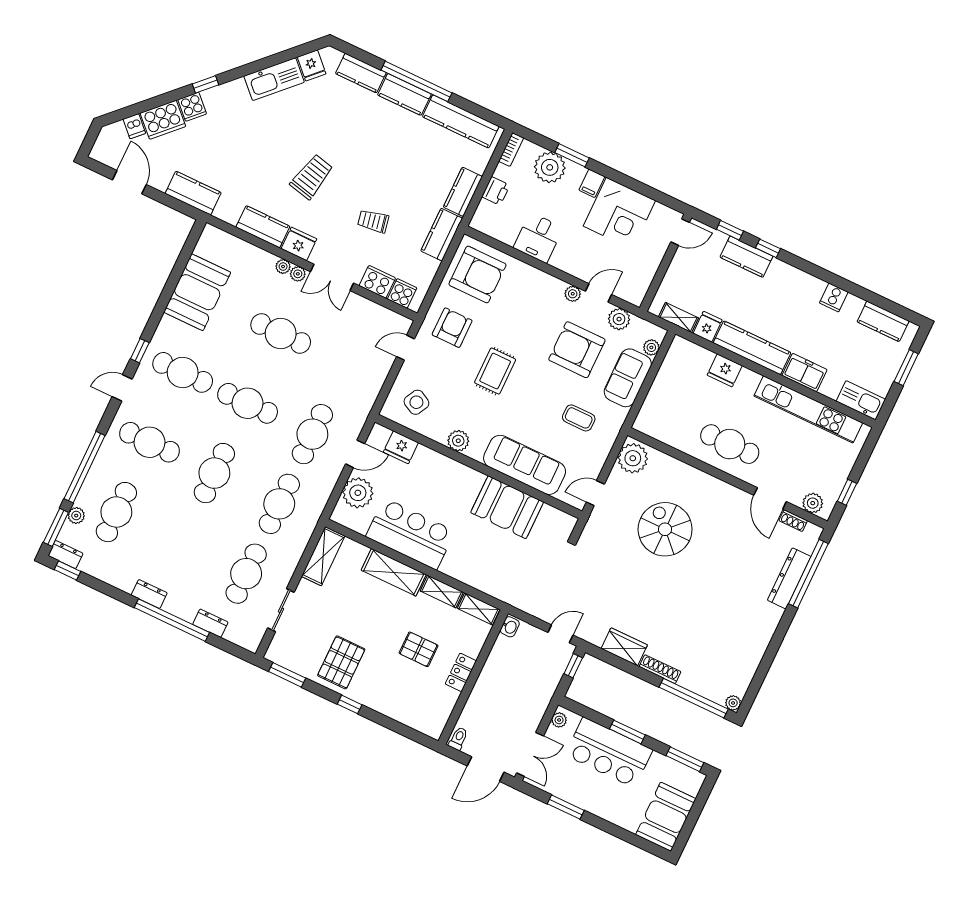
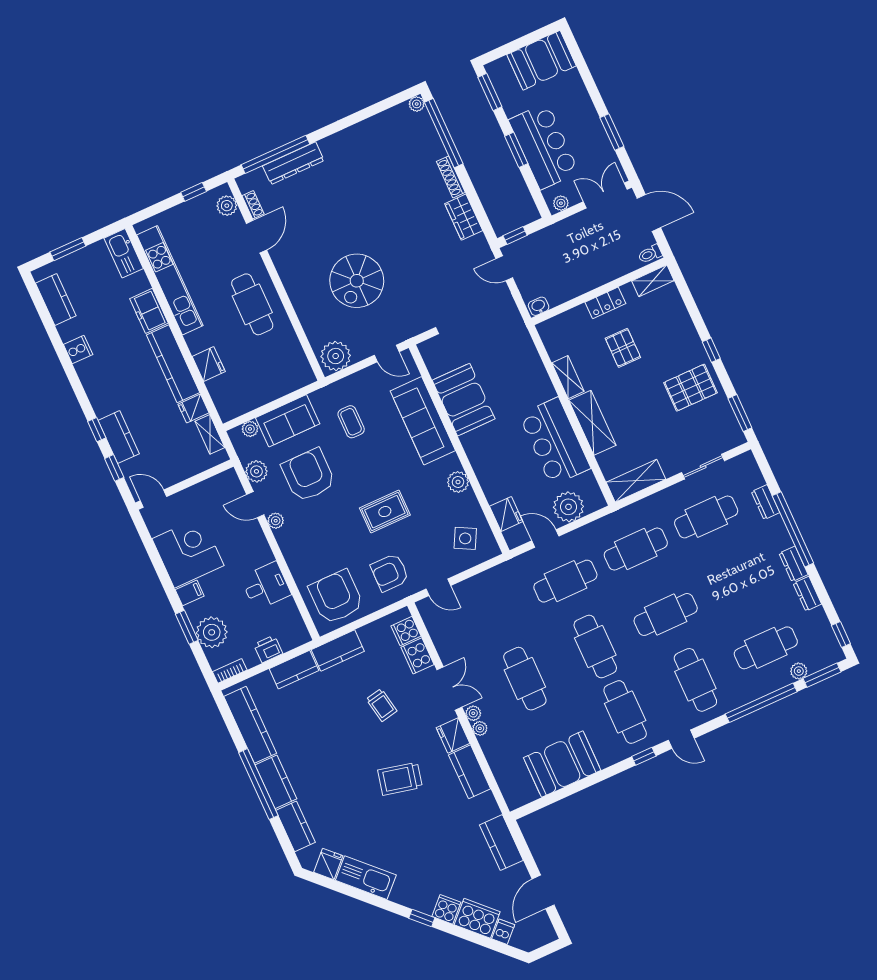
armchair: (577, 350) -> (308, 475), turned 180
dresser: (66, 555) -> (807, 594), moved
shelving: (479, 609) -> (653, 281), moved, turned 90

